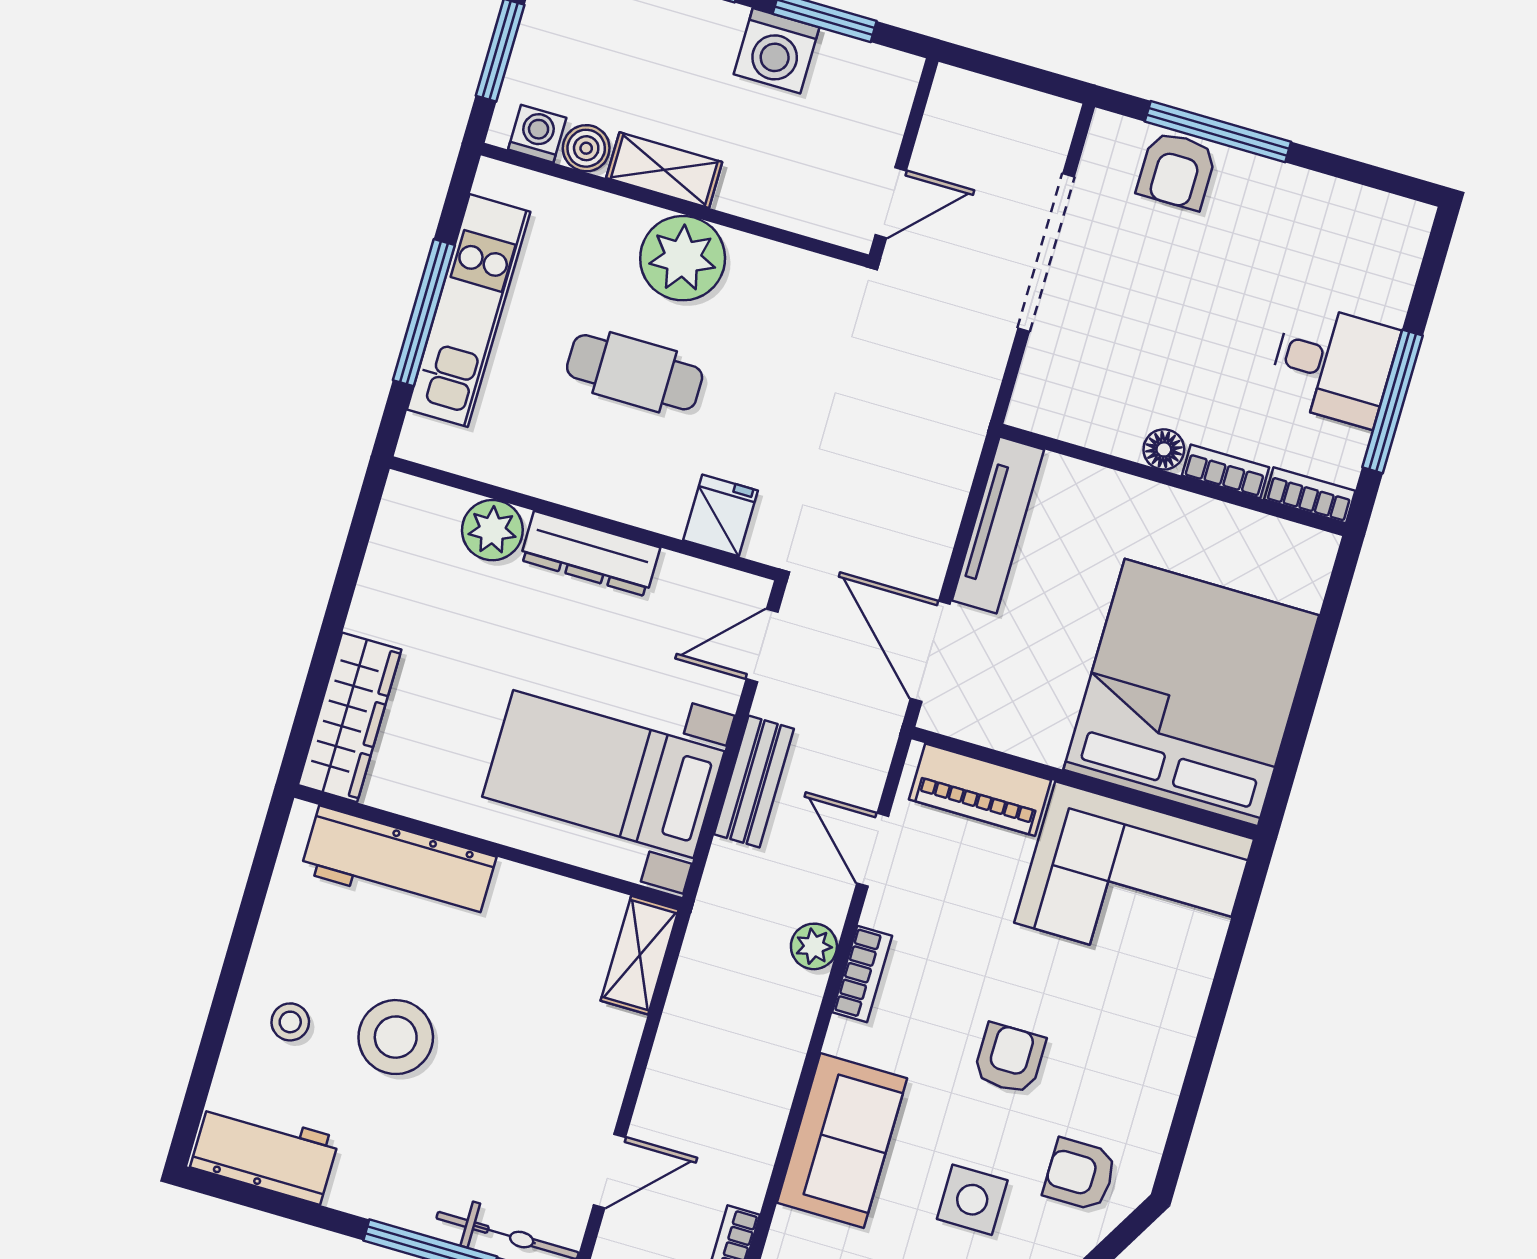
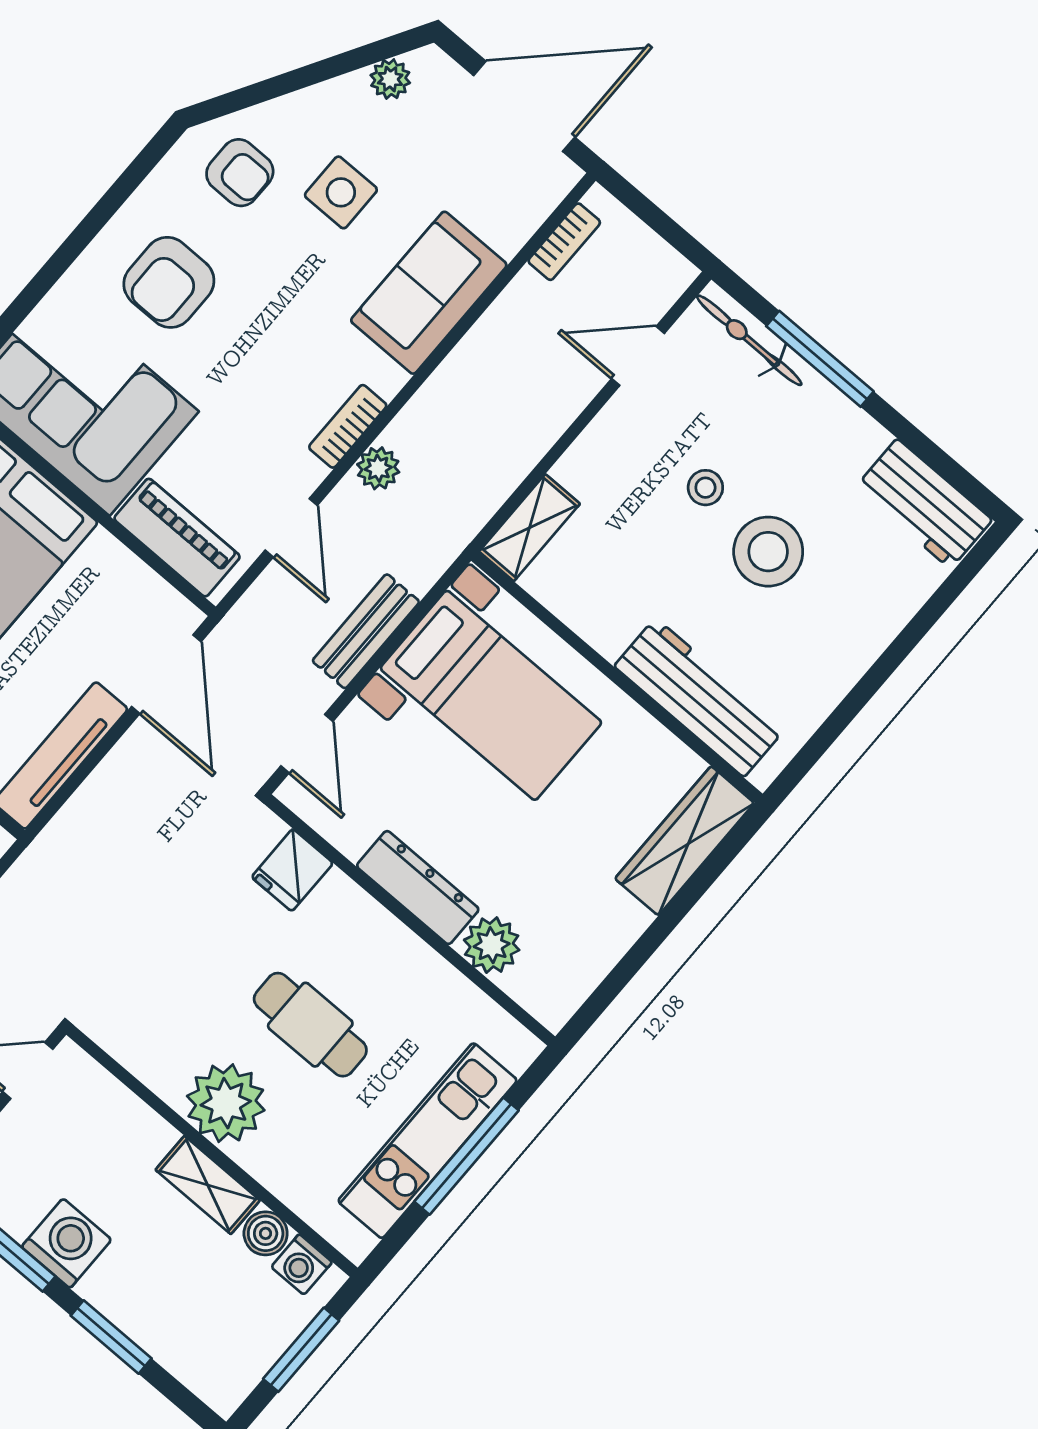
door: (762, 646) -> (307, 744), hinge flipped
stool: (290, 1022) -> (705, 488), moved
armchair: (1010, 1058) -> (169, 282), moved, width x1.38, depth x1.38

